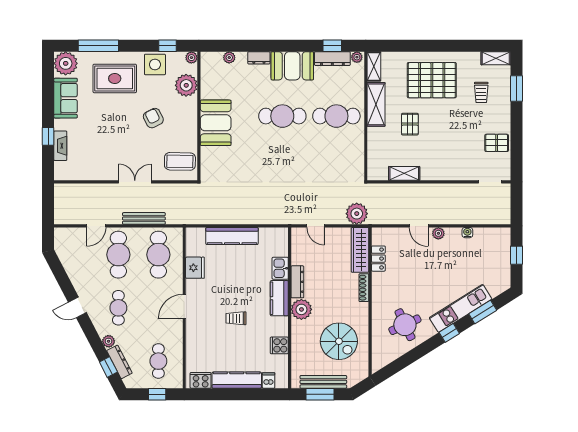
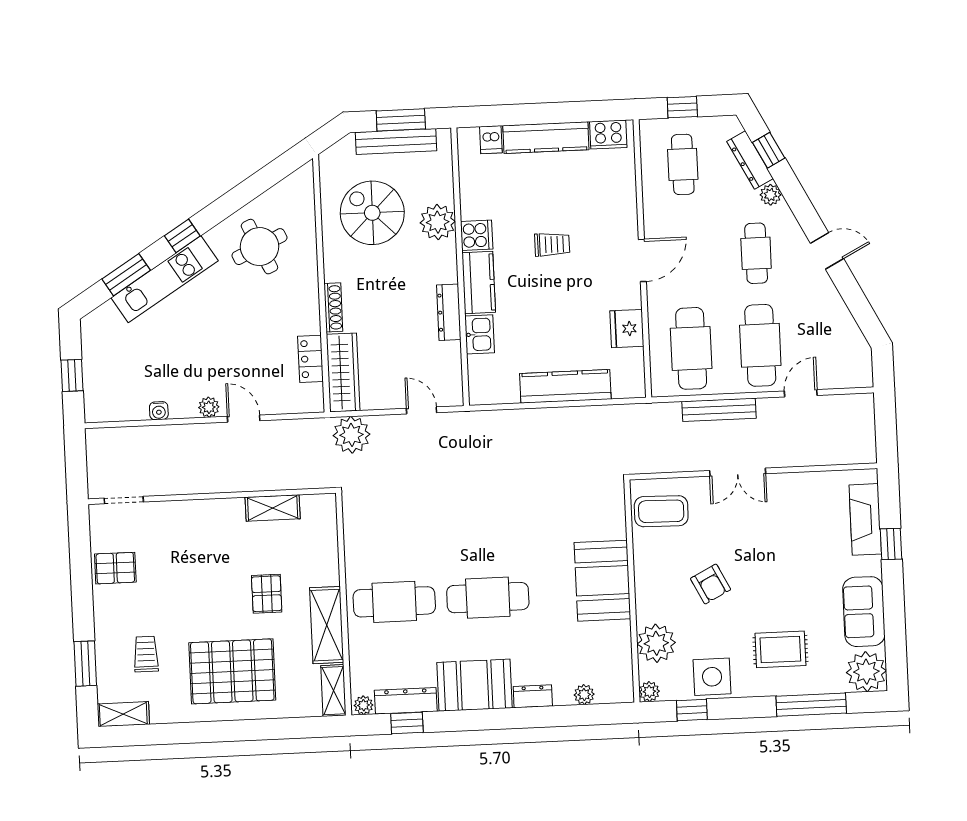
rug: (115, 78) -> (780, 649), width x0.73, depth x0.70
fireplace: (60, 146) -> (865, 519), width x1.37, depth x1.32
plant: (301, 309) -> (438, 222), moved
cooker: (279, 345) -> (477, 235), moved

